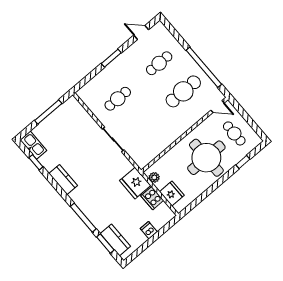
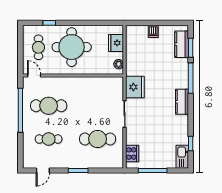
door: (141, 32) -> (43, 170), hinge flipped
cafe table: (118, 99) -> (98, 139), width x1.37, depth x1.35
kitchen counter: (63, 180) -> (182, 102), moved
fridge: (135, 183) -> (135, 87), moved
cooker: (152, 198) -> (132, 154), moved

